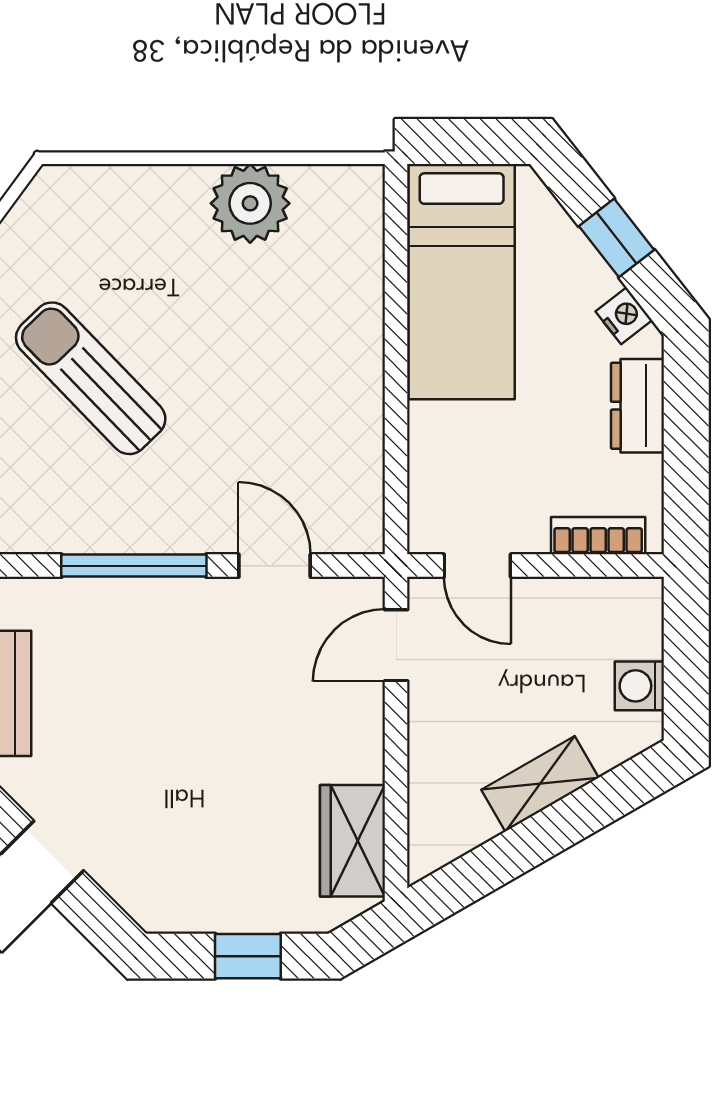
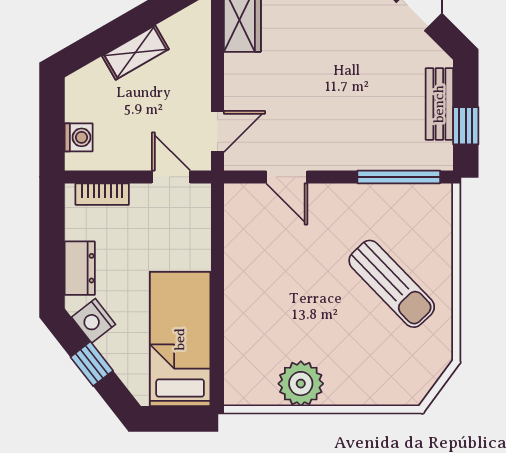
nightstand: (624, 316) -> (94, 321), width x1.39, depth x1.35
window: (134, 566) -> (399, 177), moved
washing machine: (639, 686) -> (79, 137), moved

